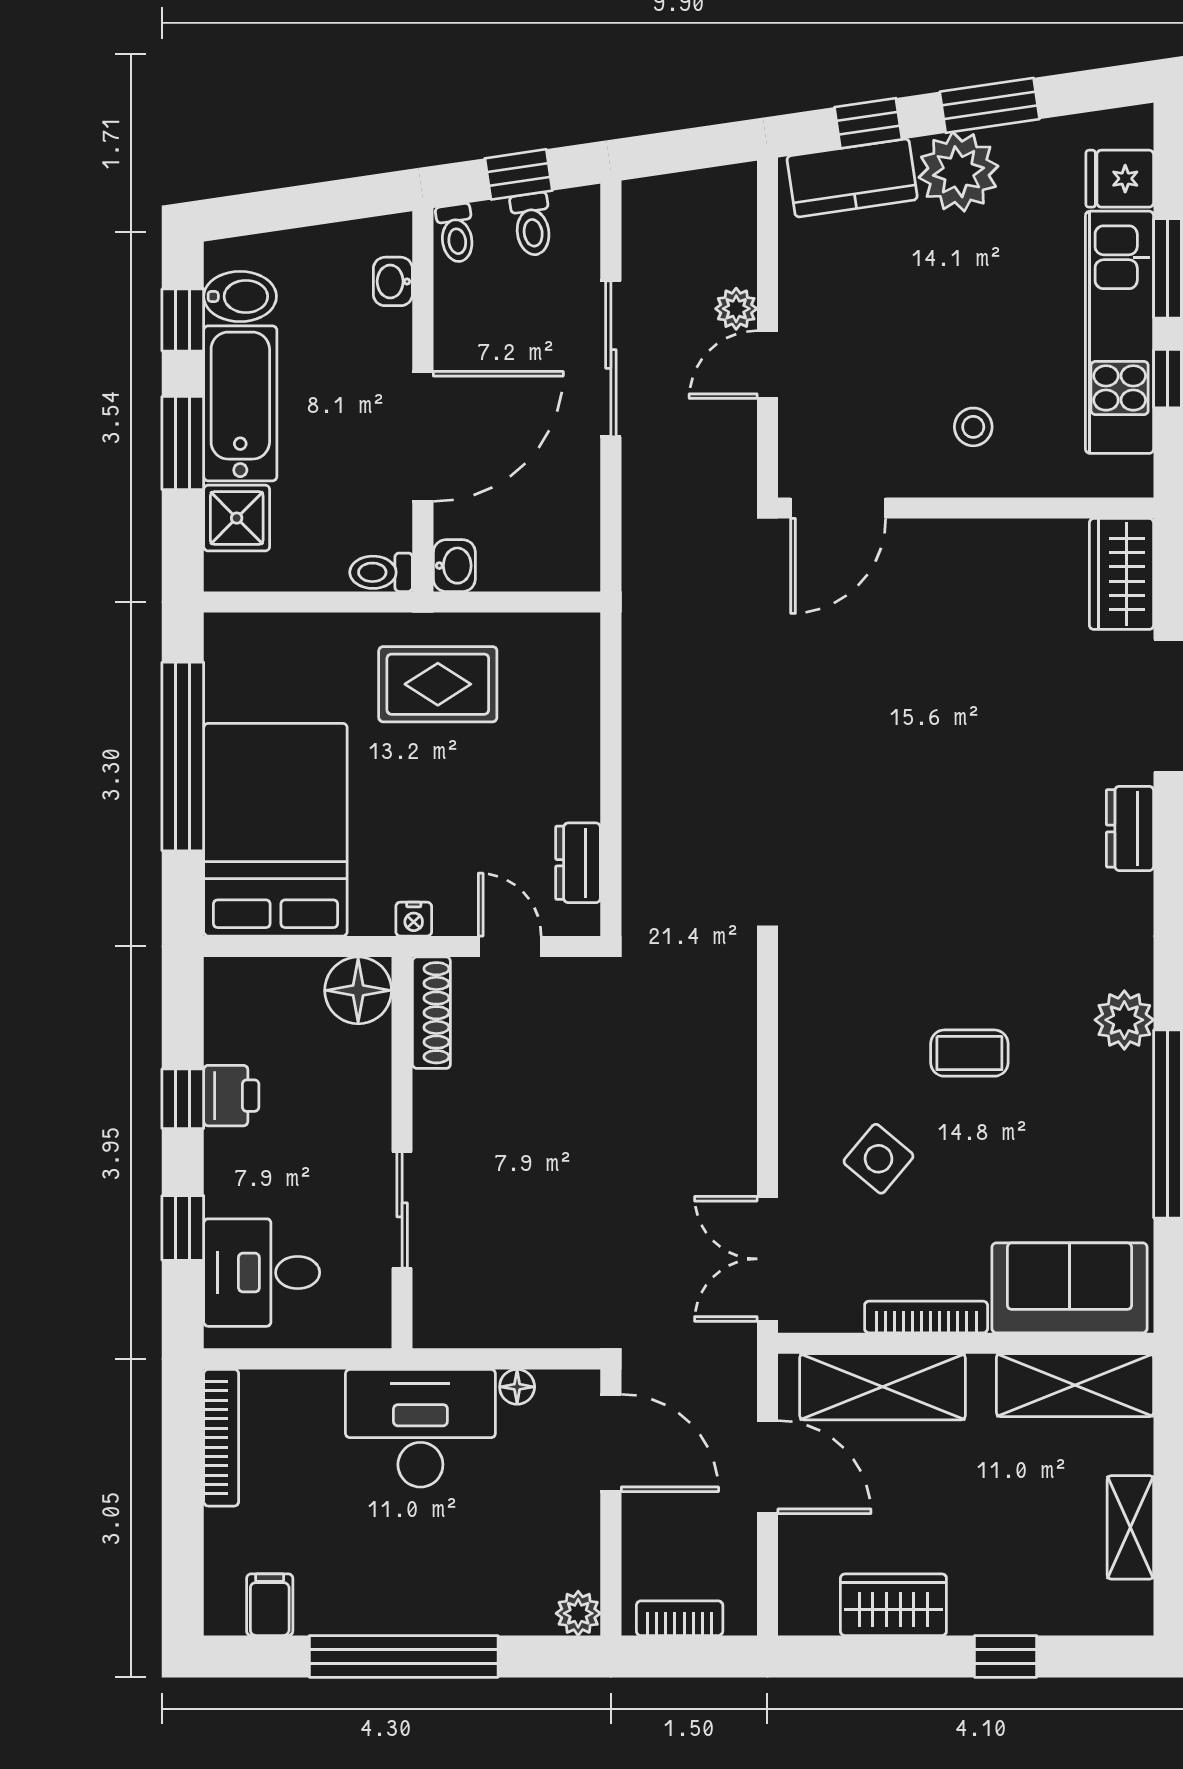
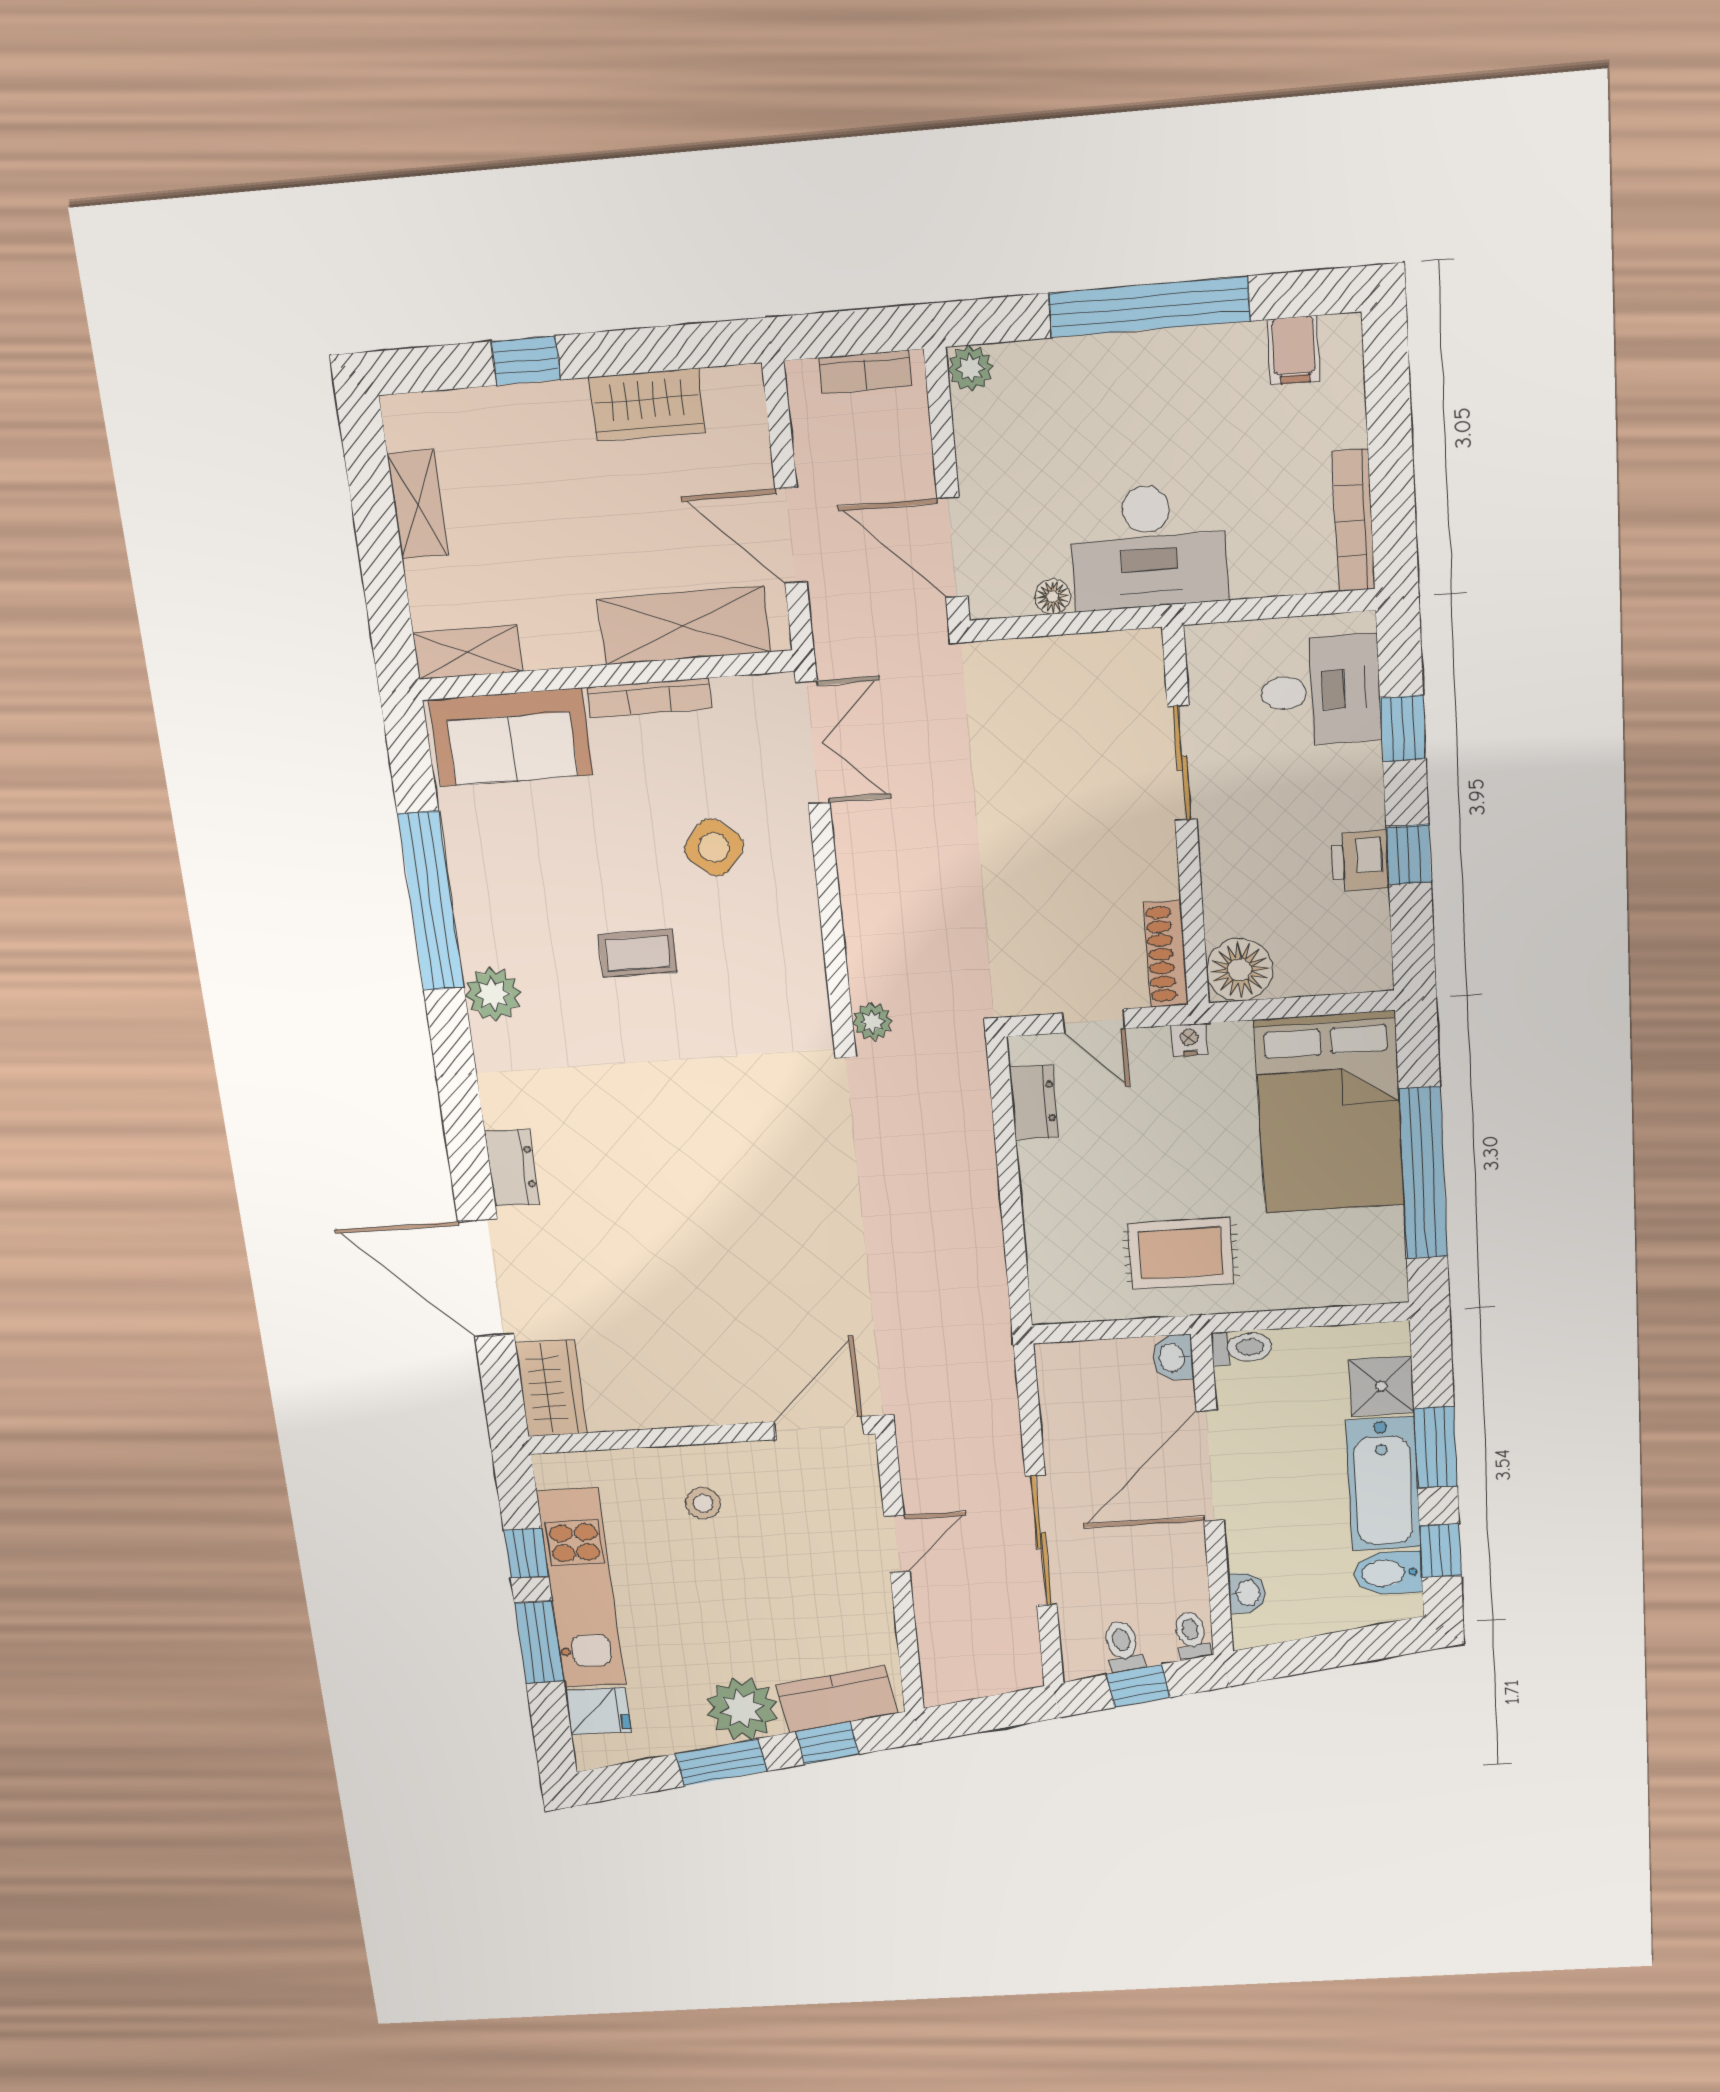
plant: (736, 309) -> (872, 1022), moved
shelving: (1075, 1385) -> (468, 652), width x0.67, depth x0.75

